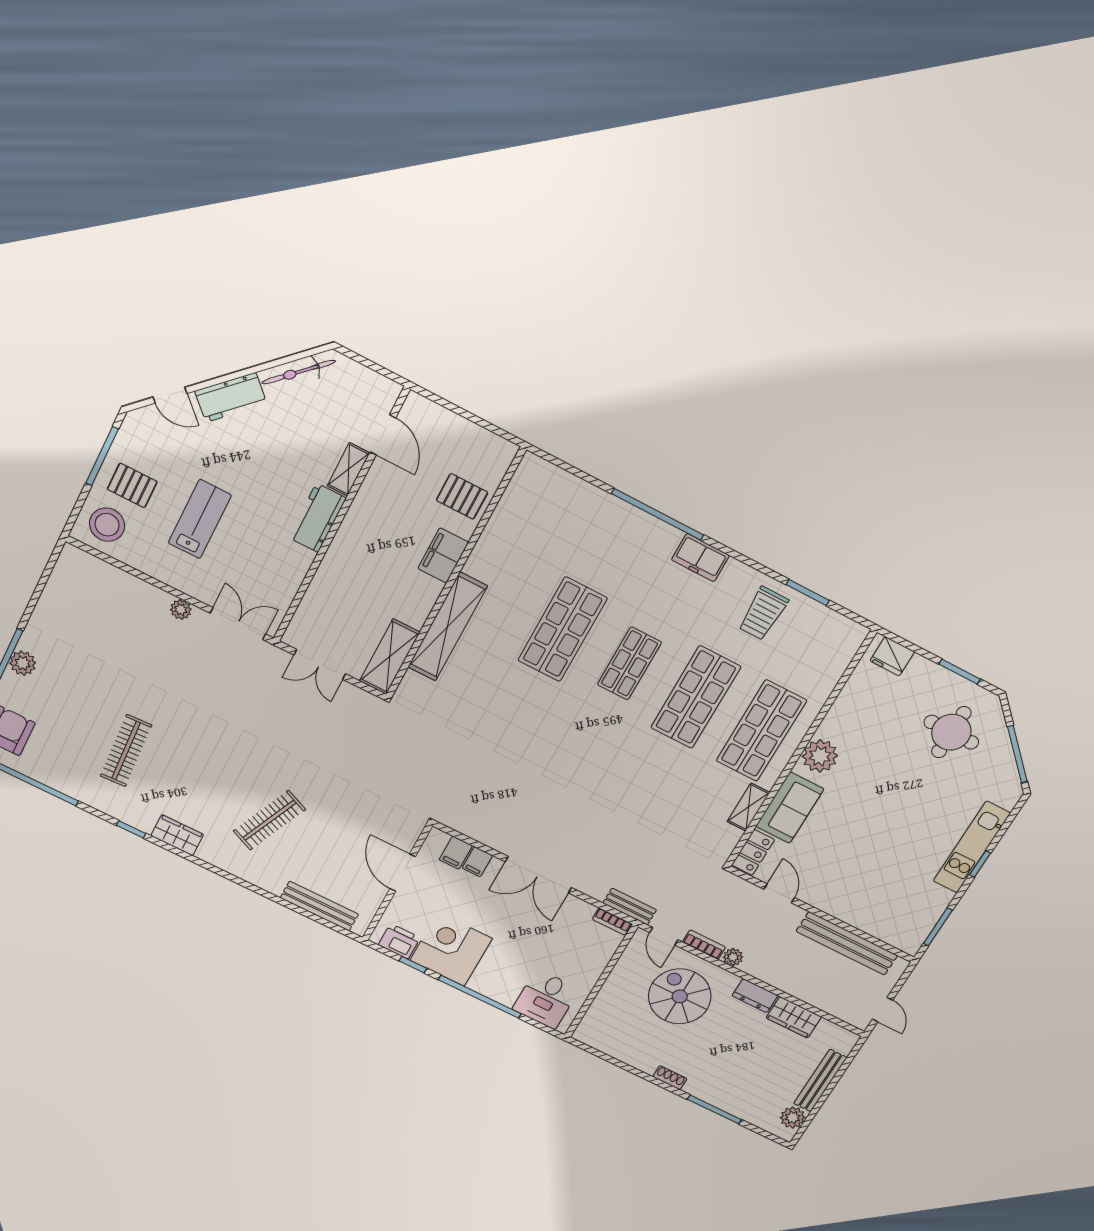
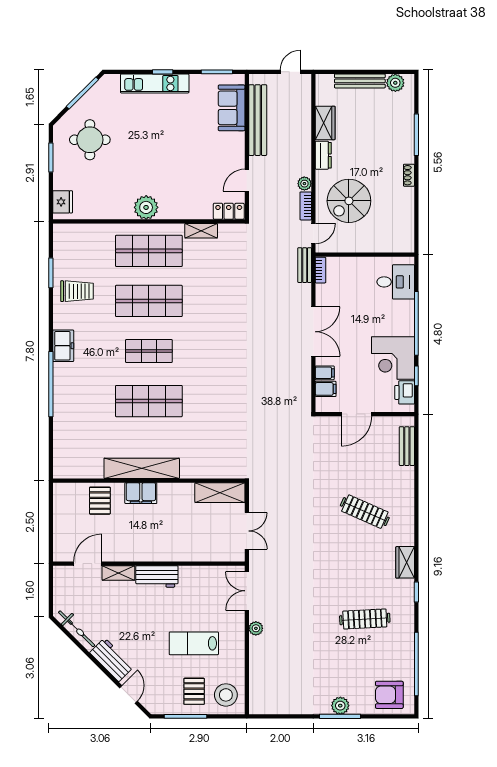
shelving: (448, 627) -> (142, 468), moved
sofa: (790, 808) -> (232, 108), moved, turned -90
bench: (319, 906) -> (407, 446), width x0.73

